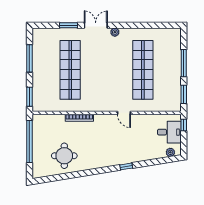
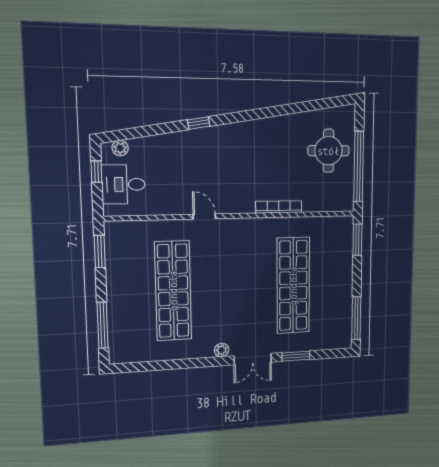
window: (29, 58) -> (356, 318), moved
window: (184, 63) -> (103, 325), moved
window: (184, 125) -> (96, 172), moved
round table: (64, 156) -> (328, 151), moved

